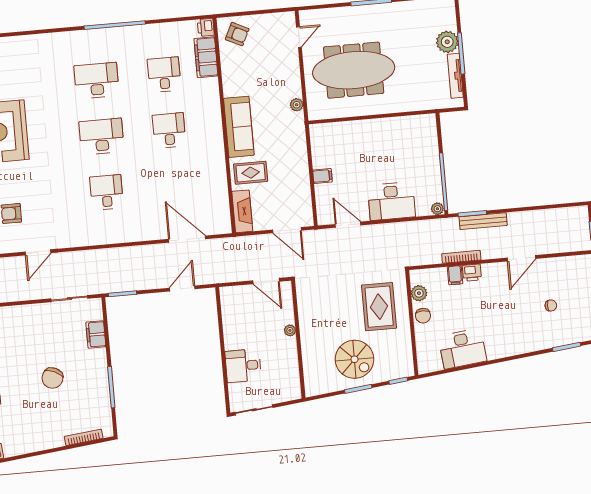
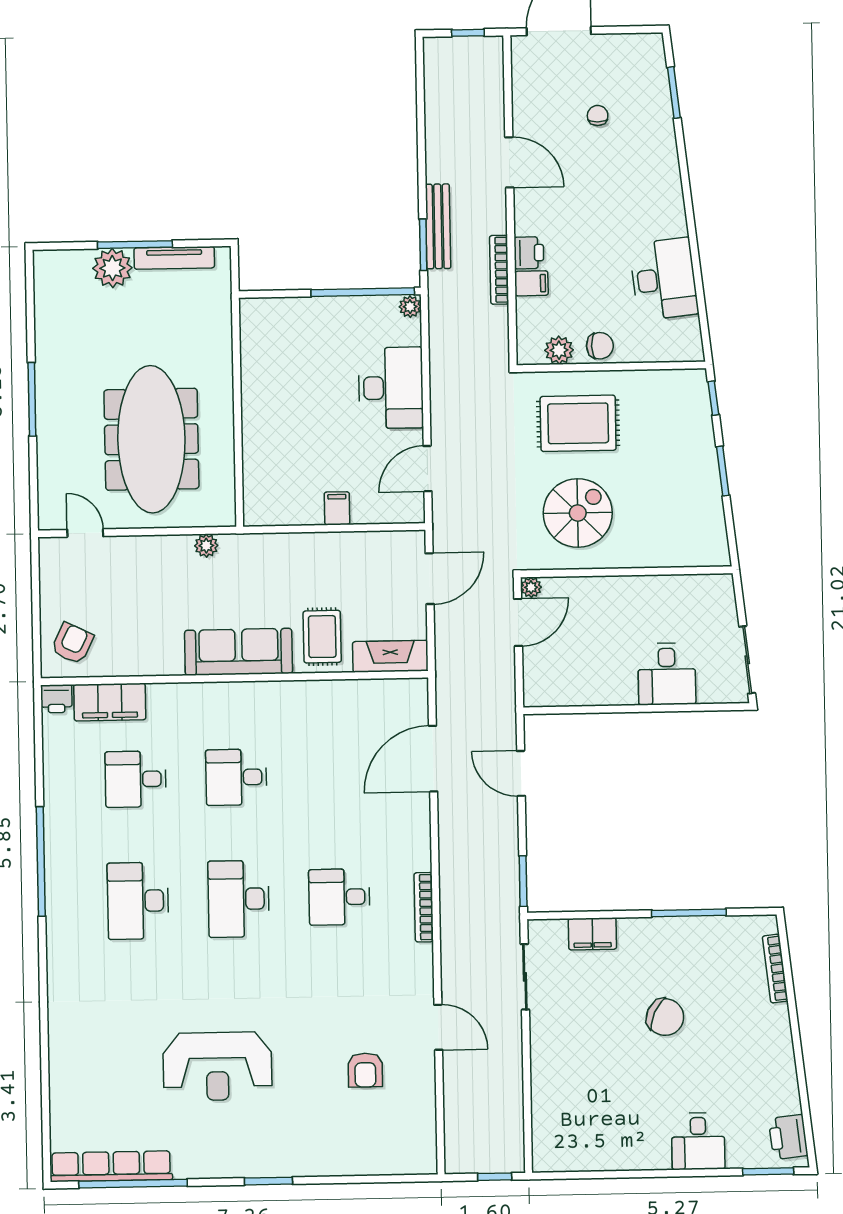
bookcase: (104, 240) -> (424, 907), added
plant: (290, 330) -> (531, 587), moved
spiral stairs: (355, 359) -> (578, 513), moved

